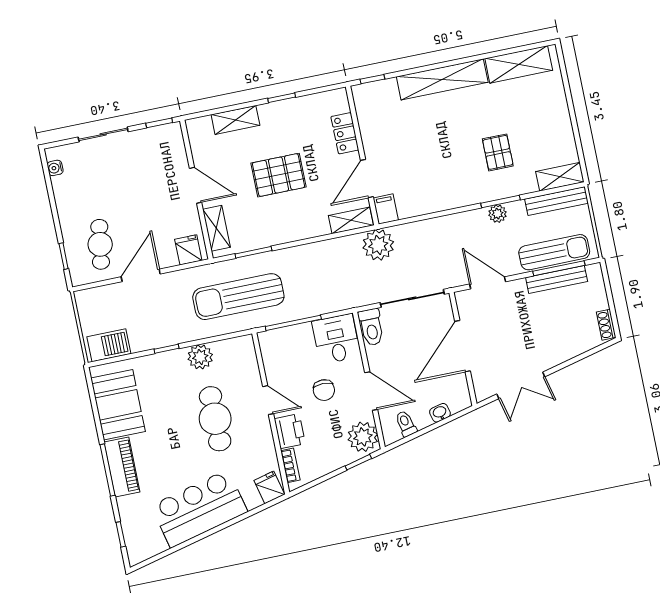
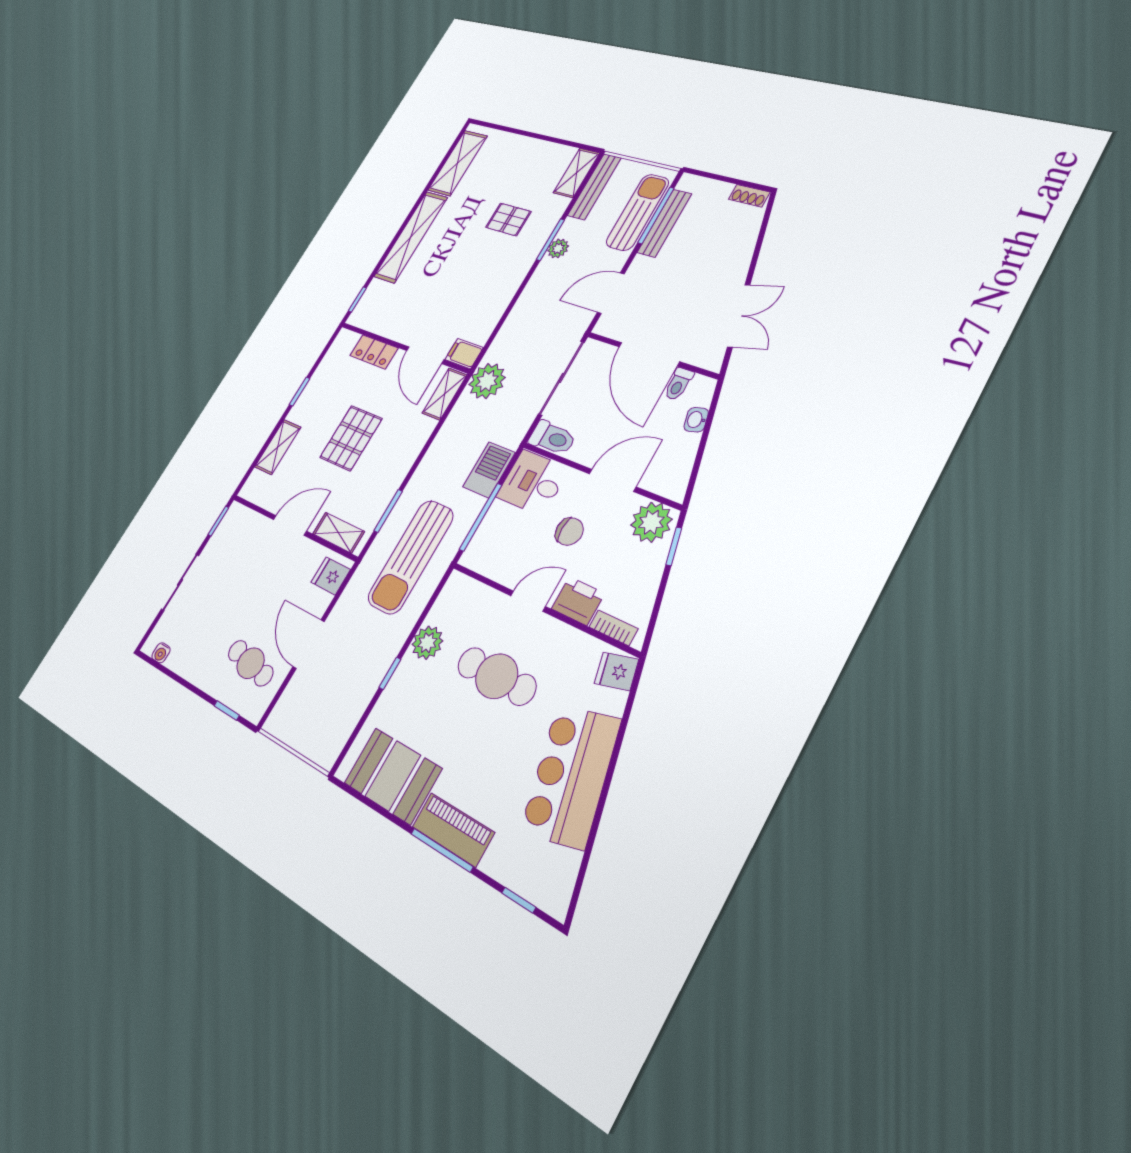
barbecue: (109, 345) -> (489, 470), moved
toilet: (406, 424) -> (679, 384), moved, turned -76

